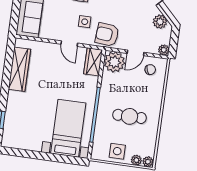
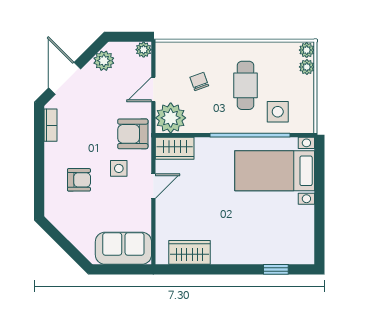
armchair: (107, 35) -> (133, 134), turned 85
door: (136, 53) -> (153, 89), swing flipped
wardrobe: (19, 69) -> (190, 252), width x0.67
chair: (150, 70) -> (199, 82), moved
side table: (117, 151) -> (278, 112), moved

